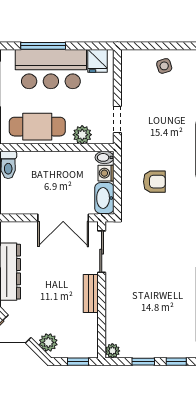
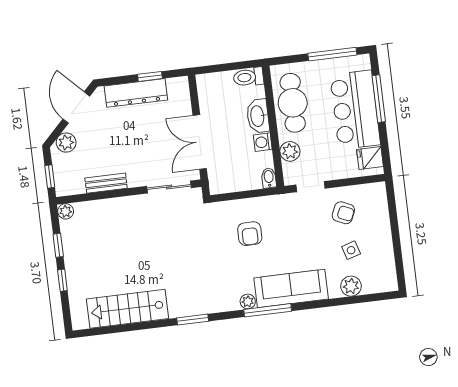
side table: (164, 66) -> (351, 250), moved
armchair: (146, 92) -> (343, 213), added
washing machine: (106, 173) -> (263, 142), moved, turned -90
washbasin: (104, 198) -> (258, 116), moved, turned -90
bench: (91, 294) -> (106, 183), moved

